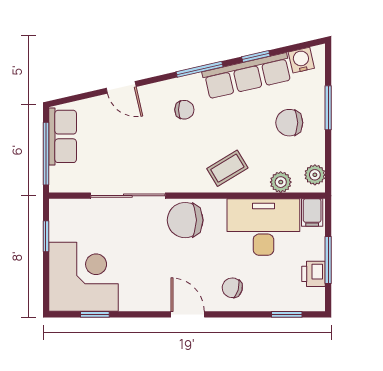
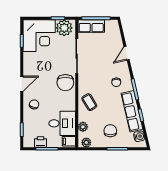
row of seats: (63, 136) -> (91, 26), moved
chair: (185, 220) -> (65, 83), turned 180
plant: (67, 222) -> (64, 28), added
desk: (263, 227) -> (62, 123), width x0.73

